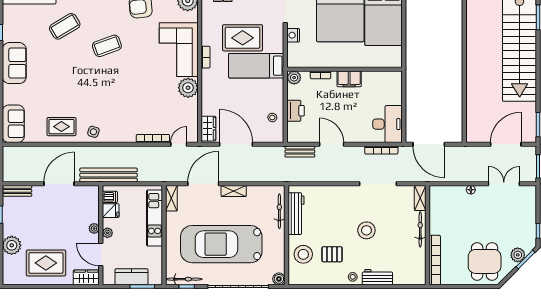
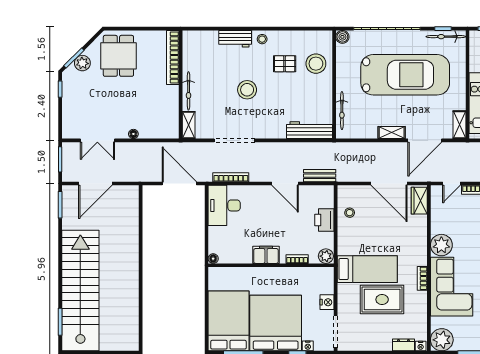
floor lamp: (398, 75) -> (213, 259), added
workbench: (296, 214) -> (309, 130), moved, turned 90

